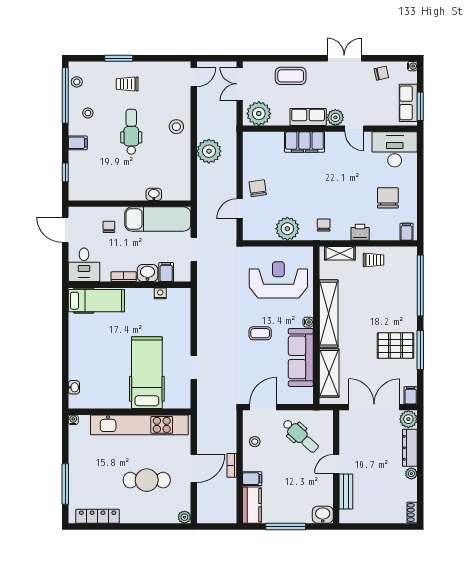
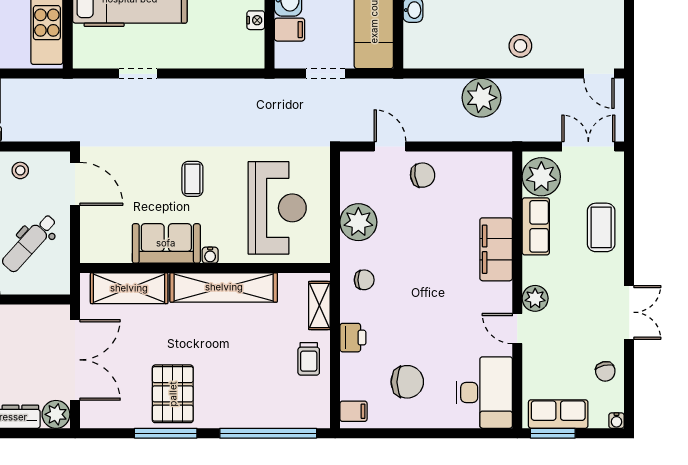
row of seats: (308, 117) -> (536, 226), moved
door: (354, 129) -> (517, 329), hinge flipped
sofa: (301, 357) -> (166, 243), width x0.73
filing cabinet: (411, 395) -> (94, 418), removed

